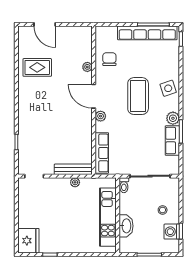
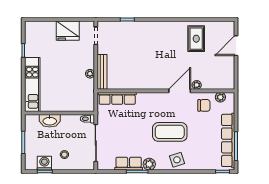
door: (94, 96) -> (180, 91), moved
plant: (101, 116) -> (220, 97), moved
kitchen unit: (108, 217) -> (32, 85), moved, turned 90
fridge: (28, 241) -> (68, 31), moved

